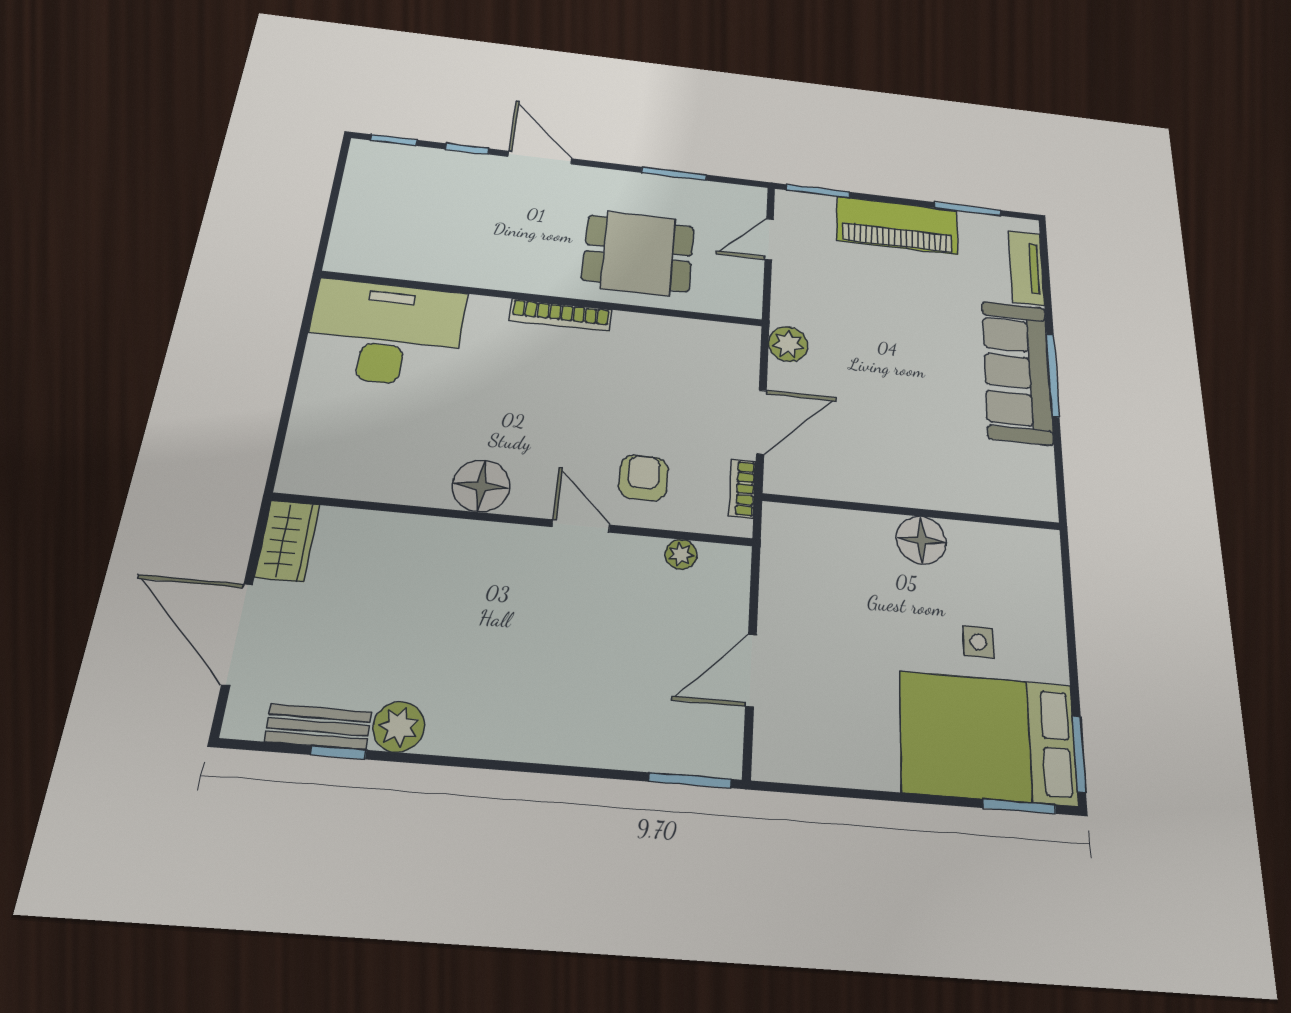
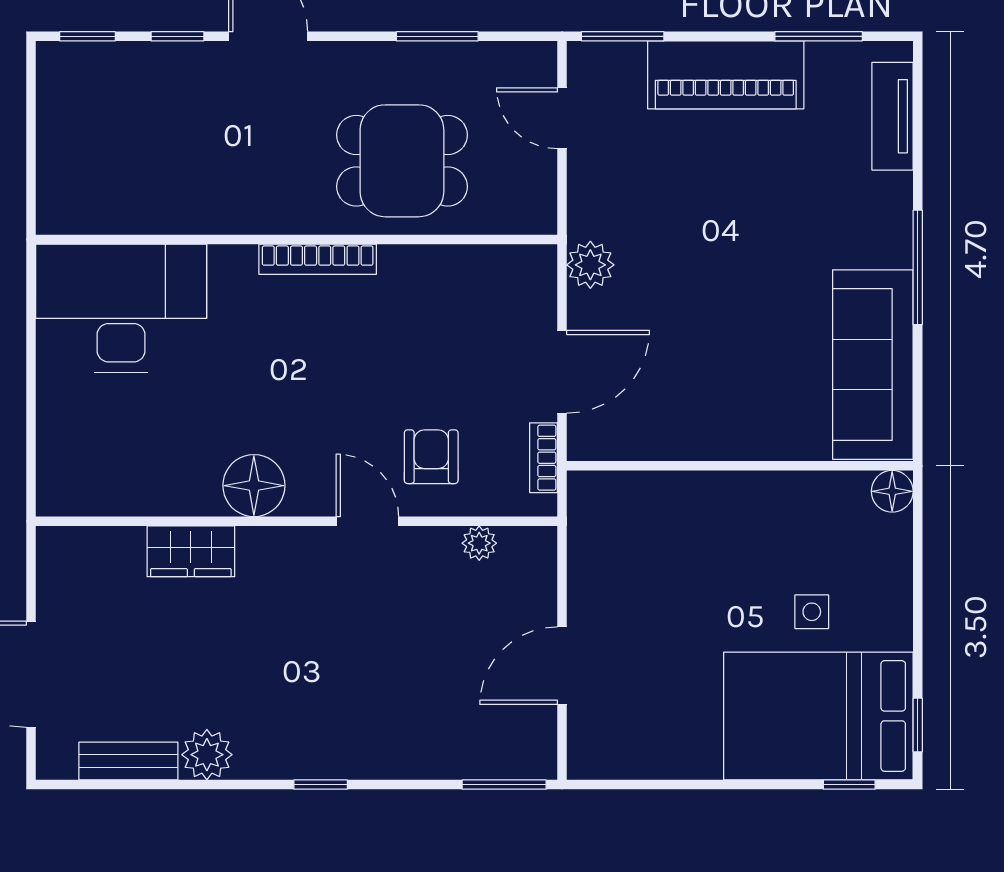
door: (769, 239) -> (562, 118), hinge flipped
sofa: (1017, 372) -> (873, 365), moved
floor lamp: (921, 540) -> (892, 491), moved, width x0.73, depth x0.73
wardrobe: (287, 541) -> (191, 551), moved, turned 90
window: (338, 752) -> (321, 785), moved
window: (1079, 754) -> (918, 725), width x0.67
window: (1019, 806) -> (849, 785), width x0.67

